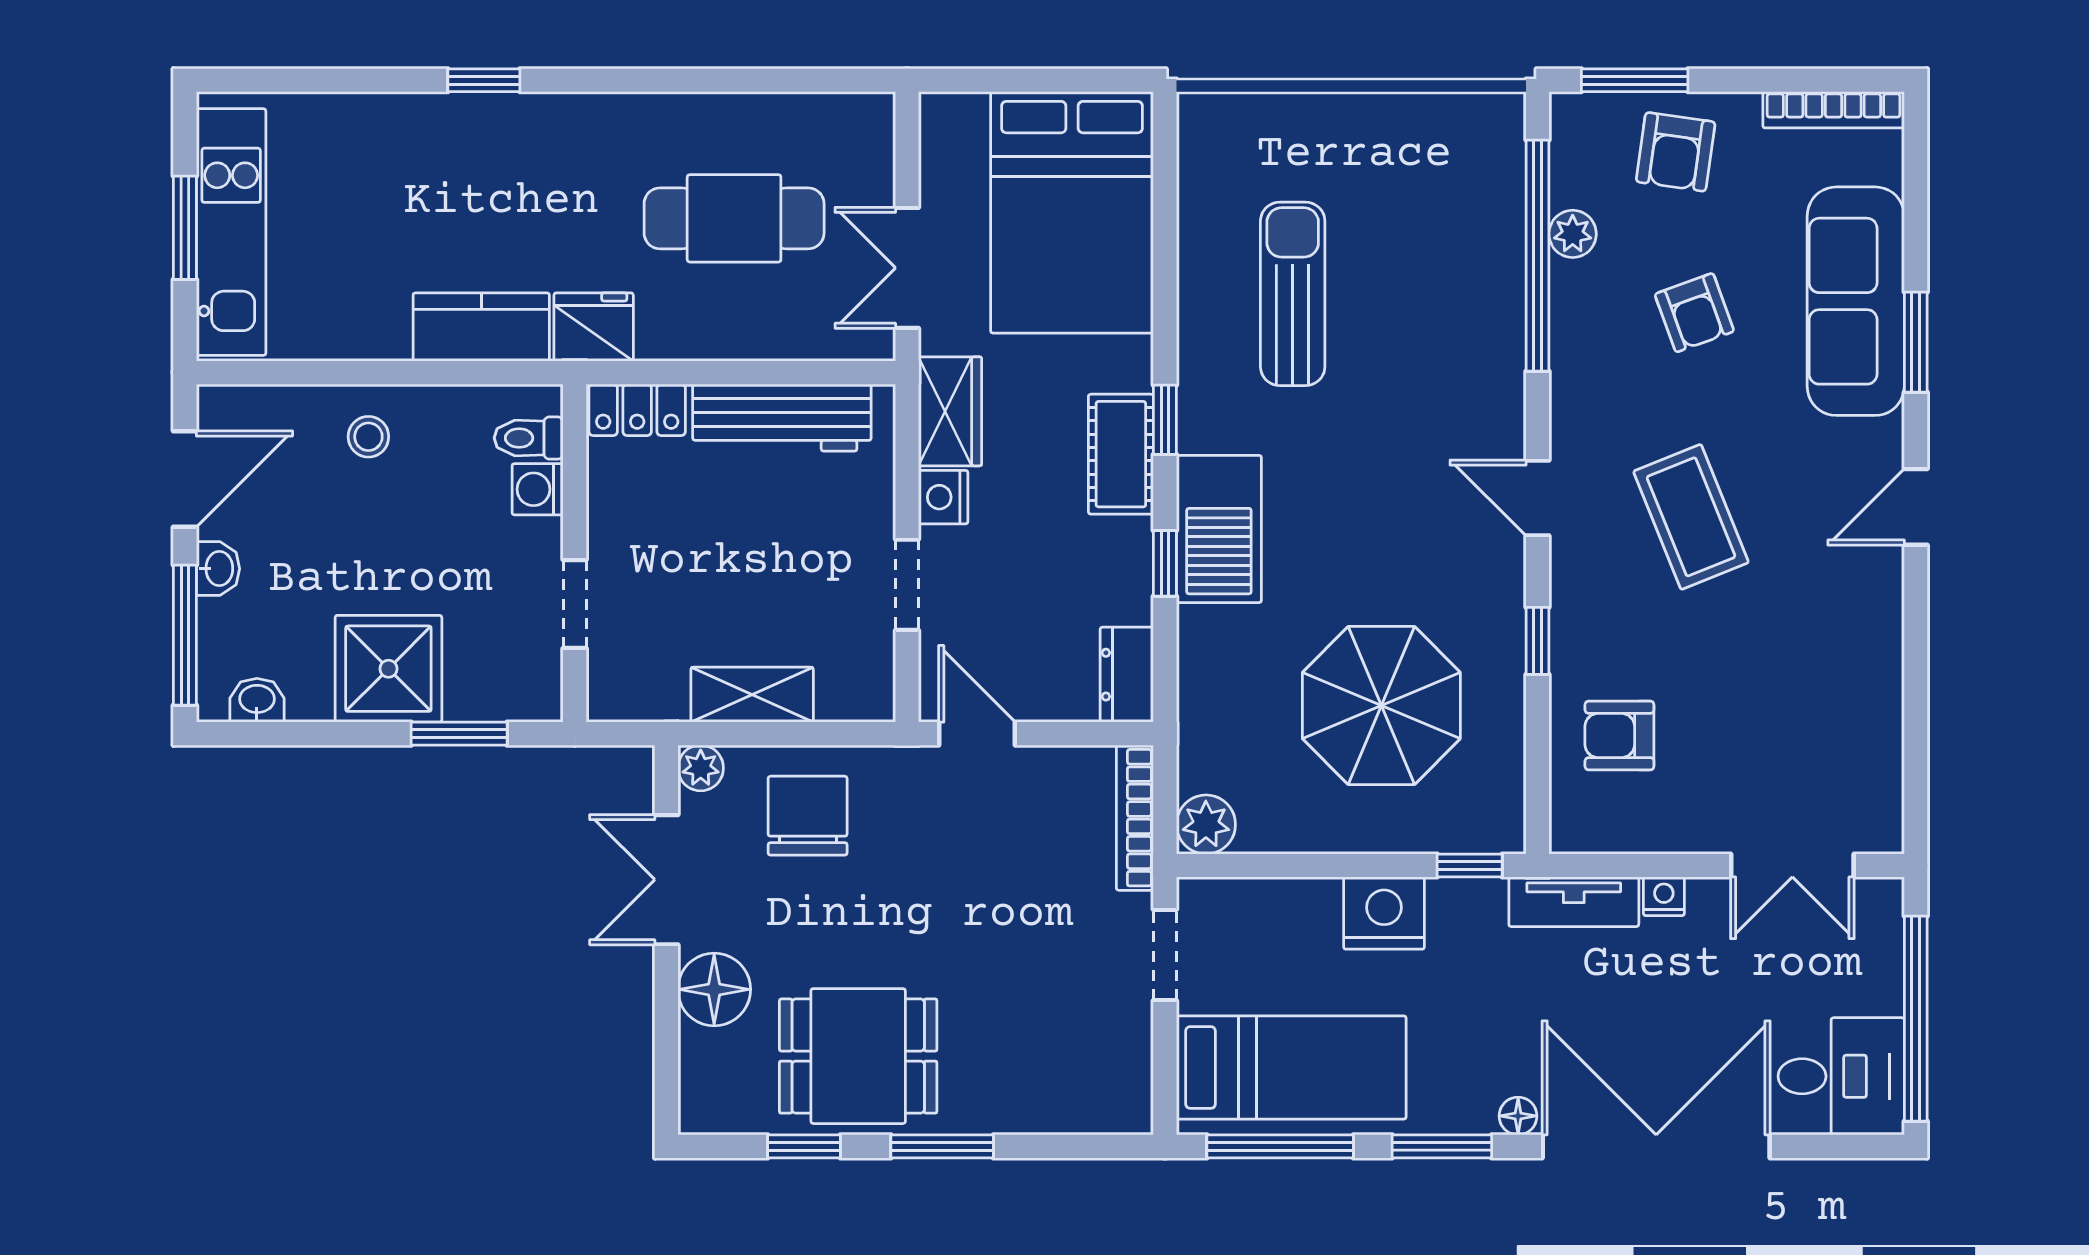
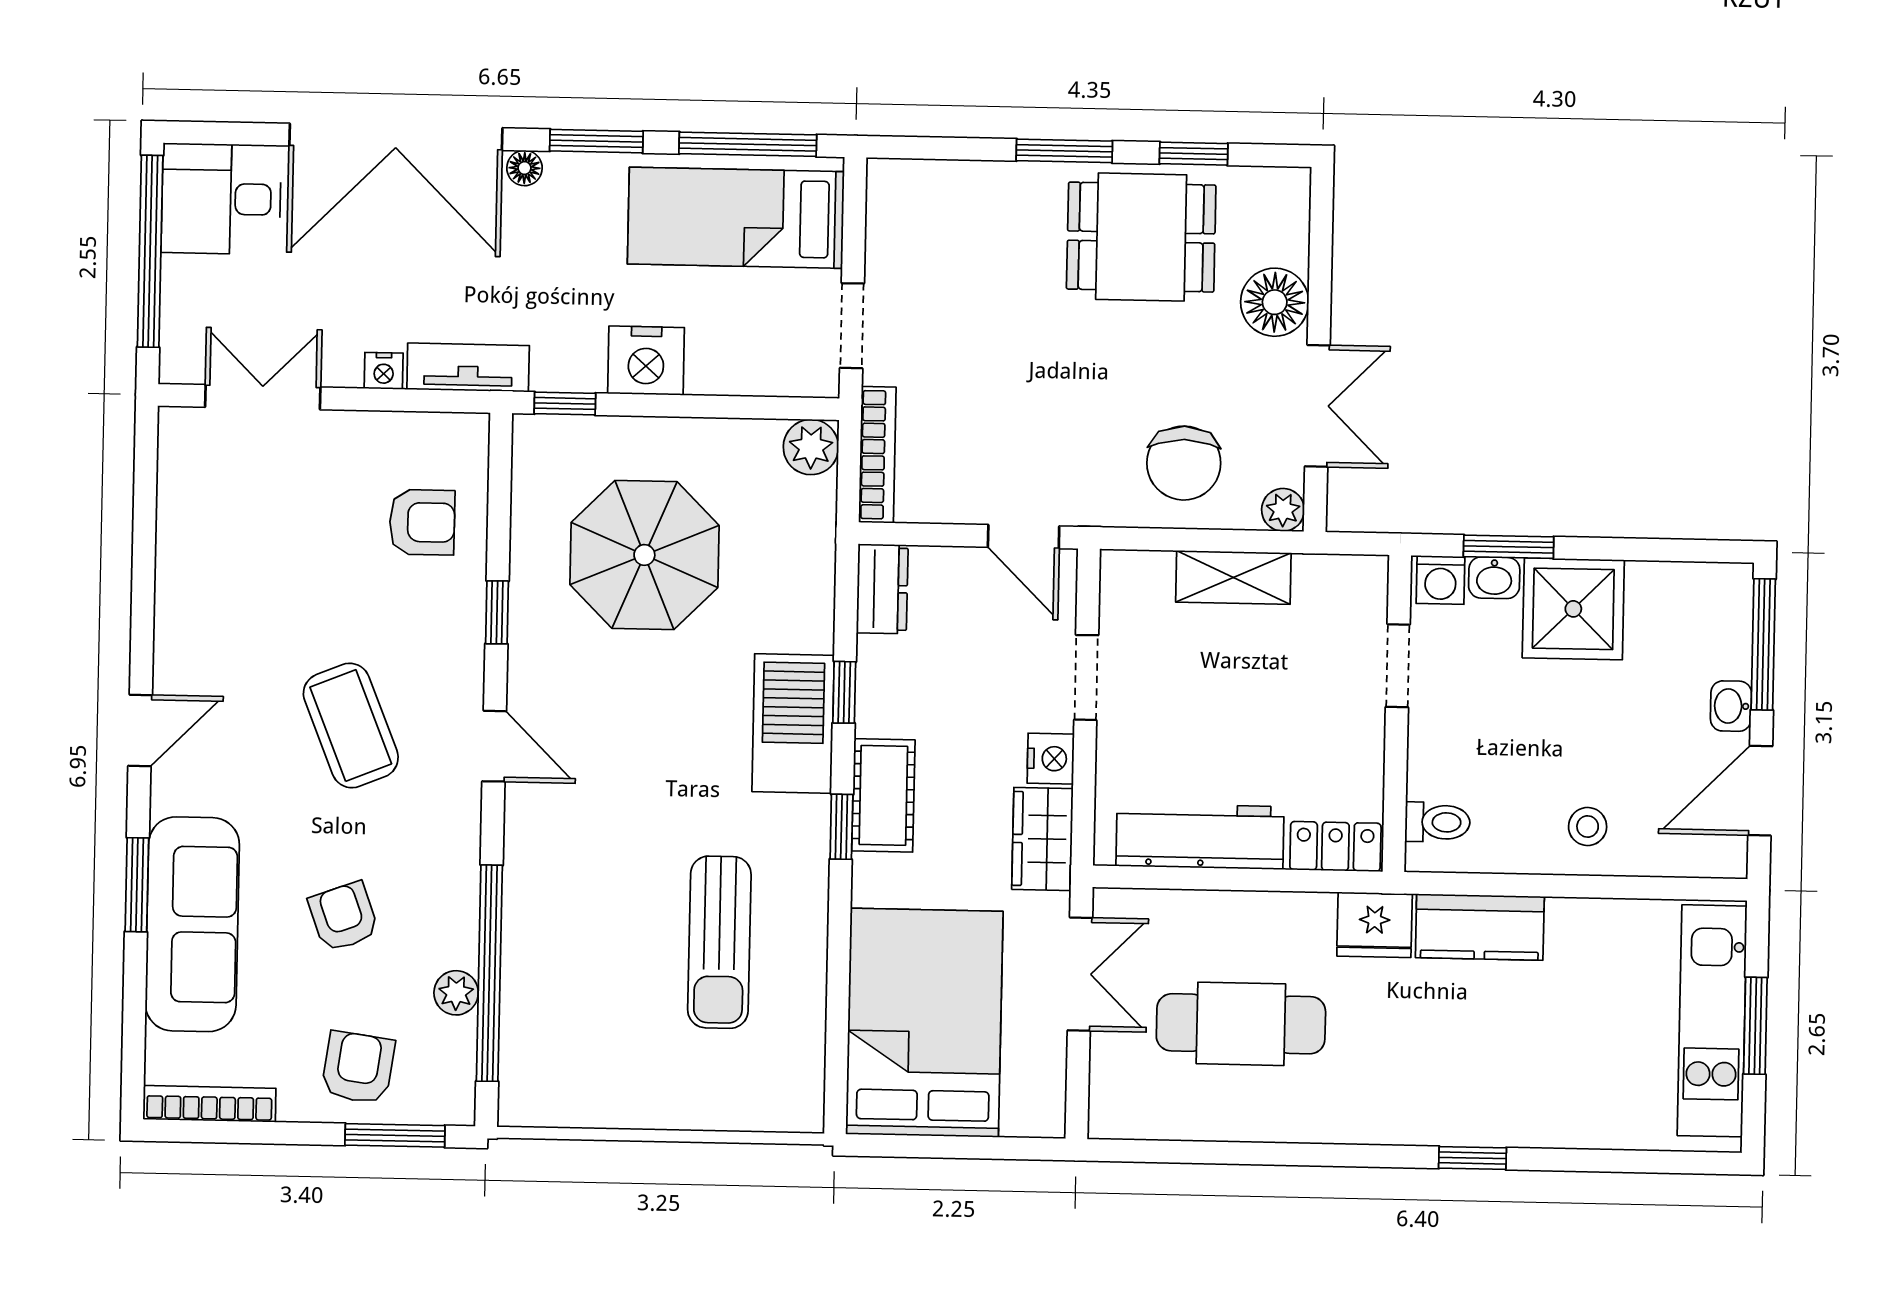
washing machine: (538, 489) -> (1440, 580), moved, turned 90
washbasin: (257, 700) -> (1494, 578), moved

